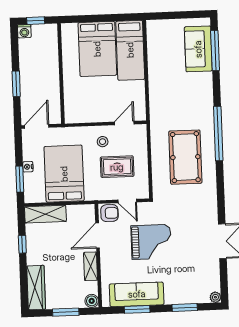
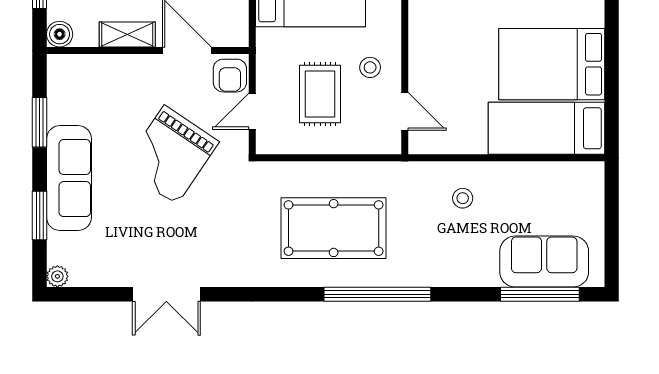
stool: (168, 92) -> (463, 198), added
grand piano: (151, 242) -> (170, 155), turned 34
sofa: (137, 294) -> (69, 178), moved

